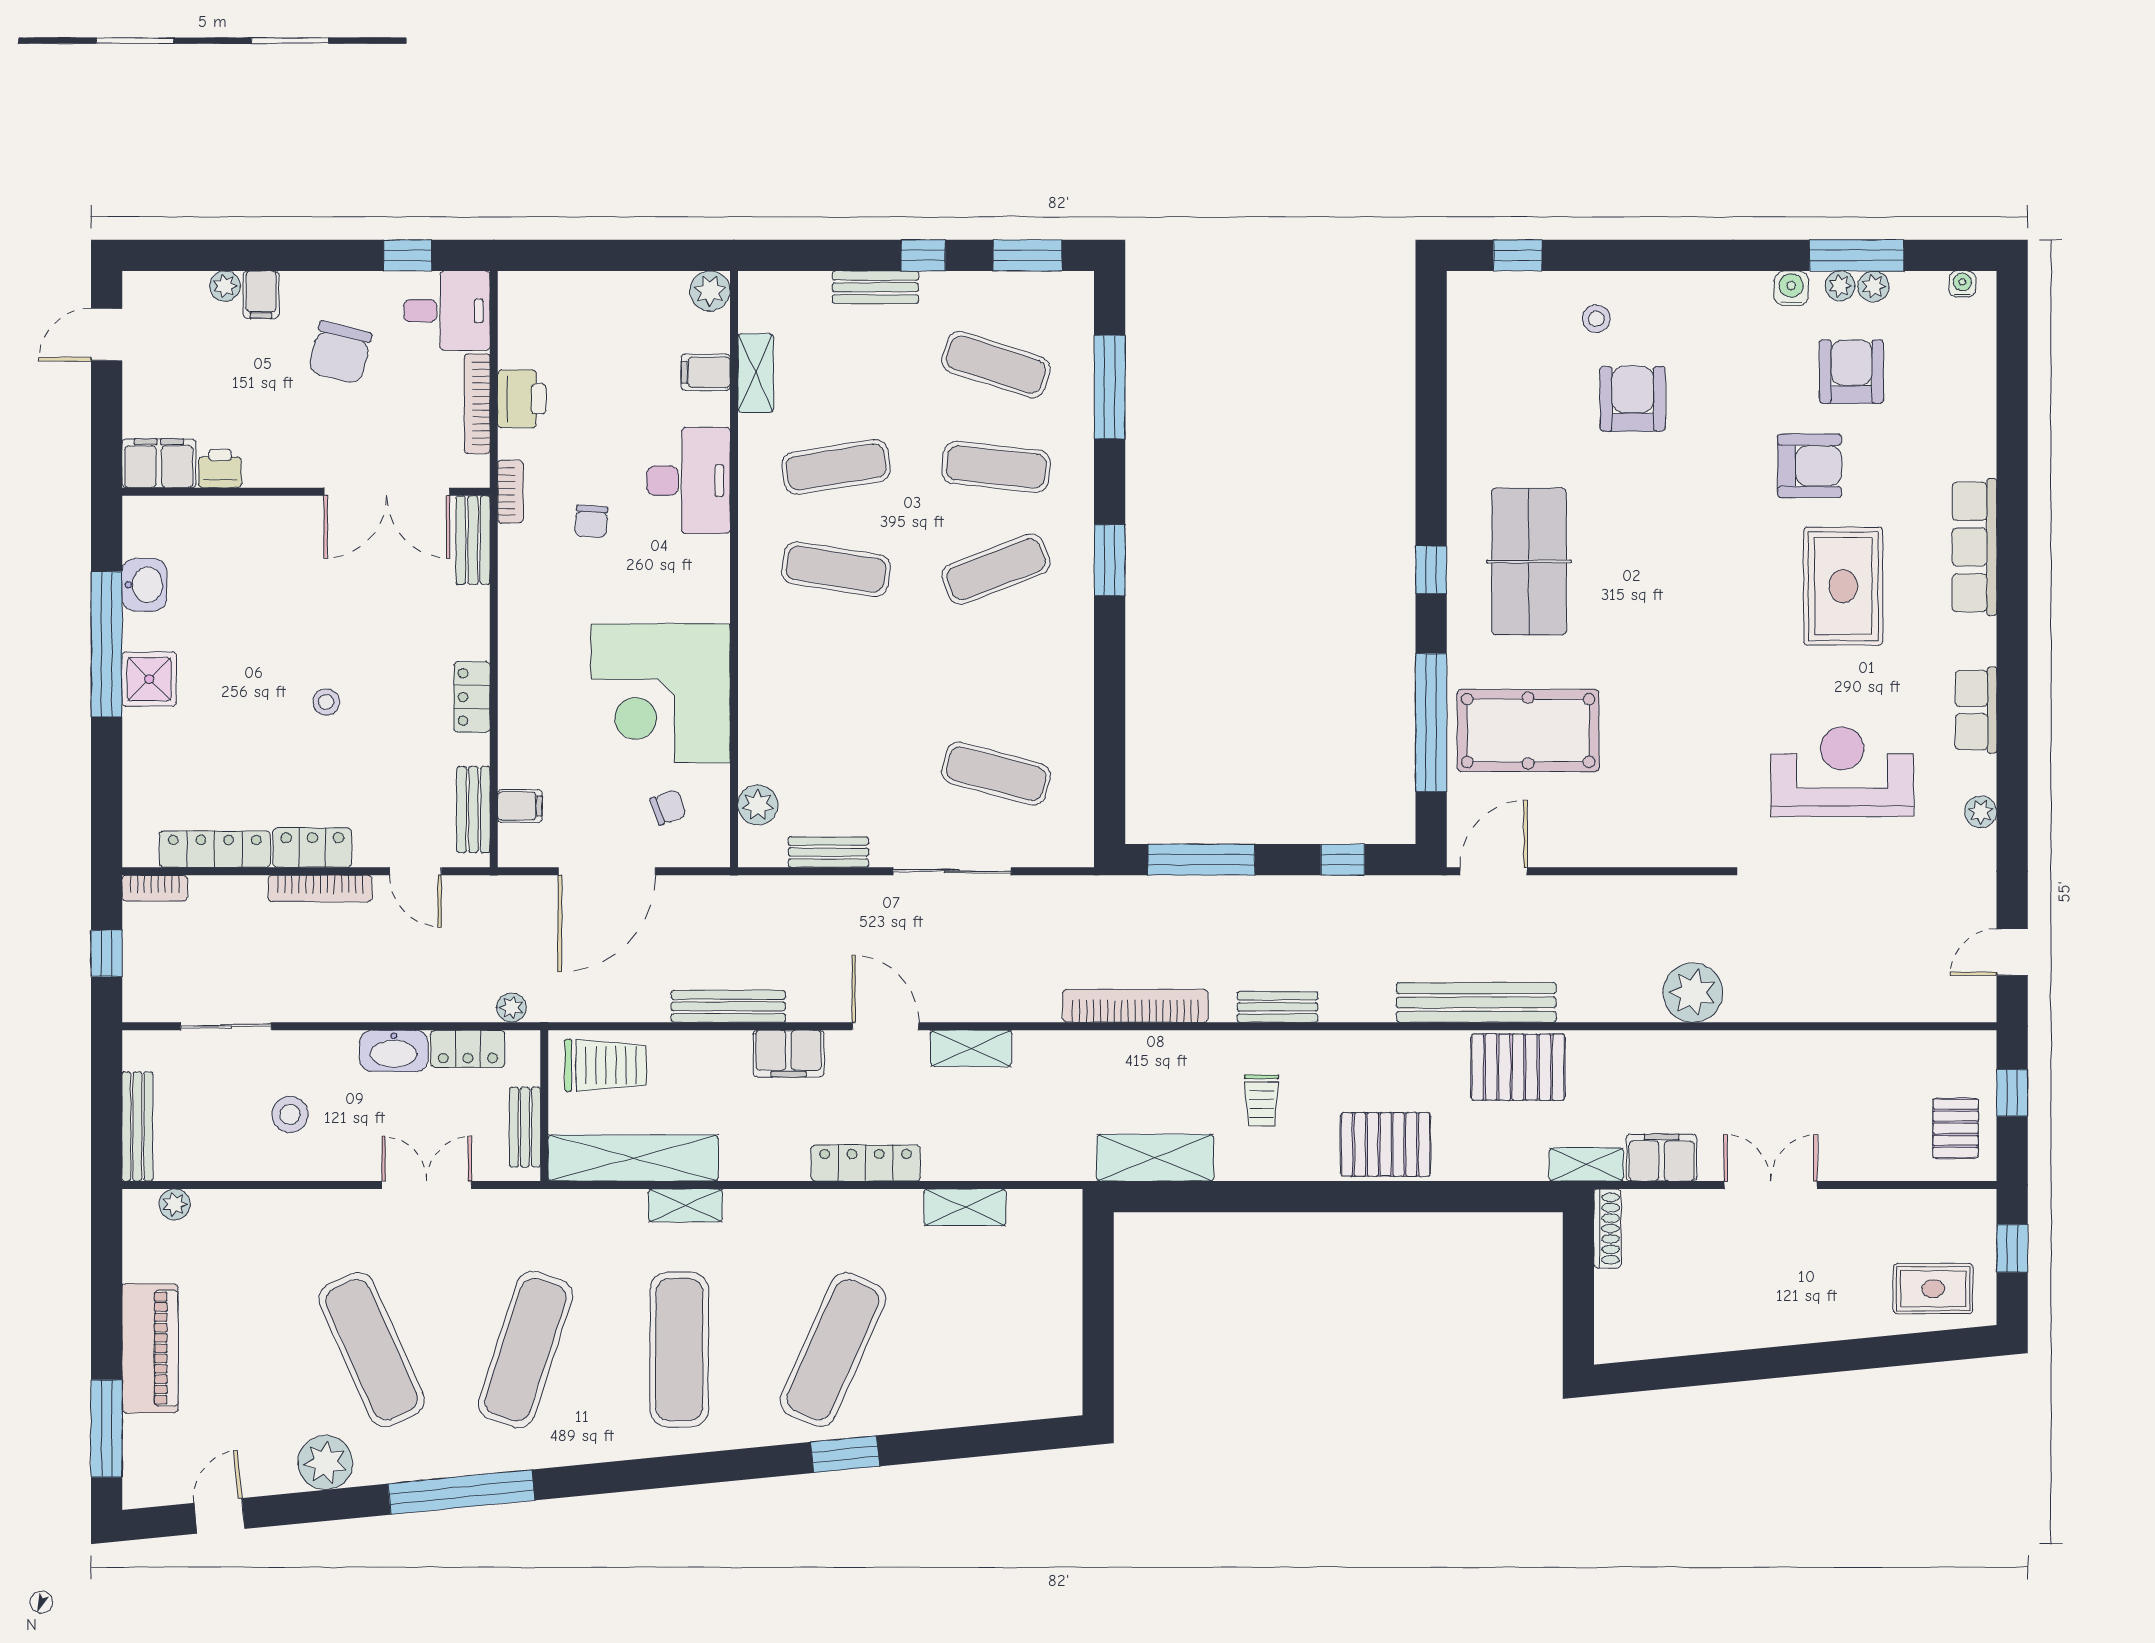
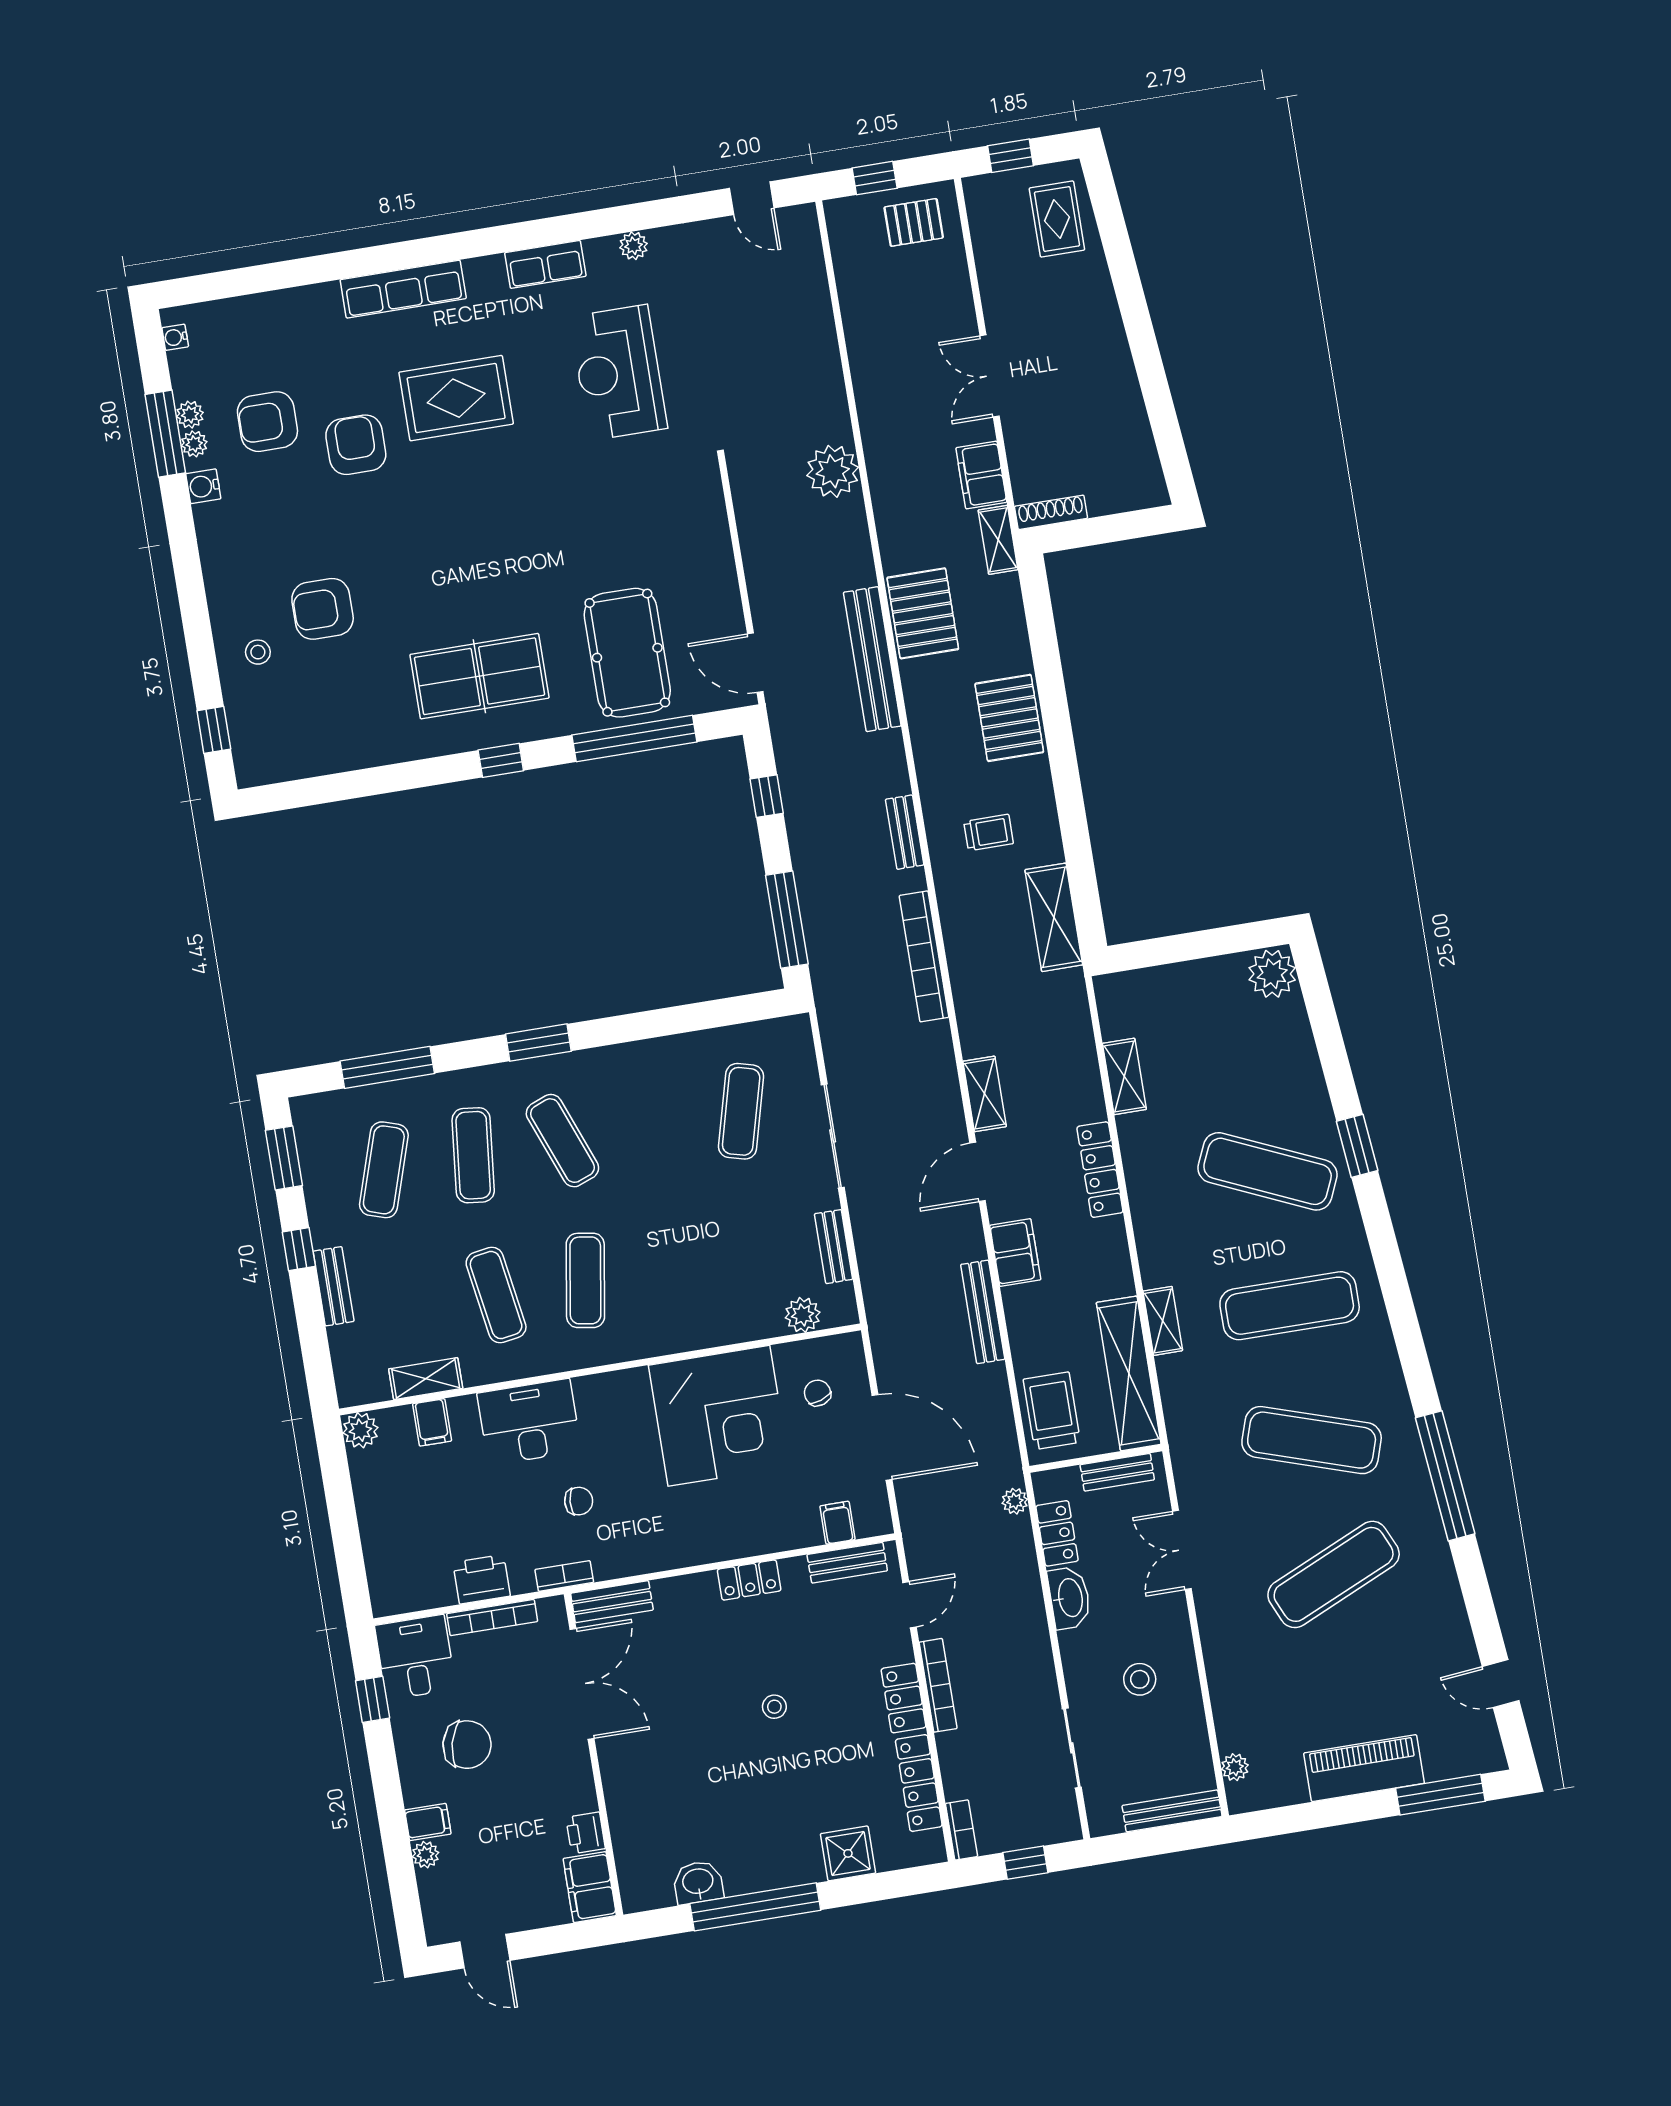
shower: (149, 679) -> (848, 1853), moved
plant: (325, 1463) -> (1272, 974), moved

